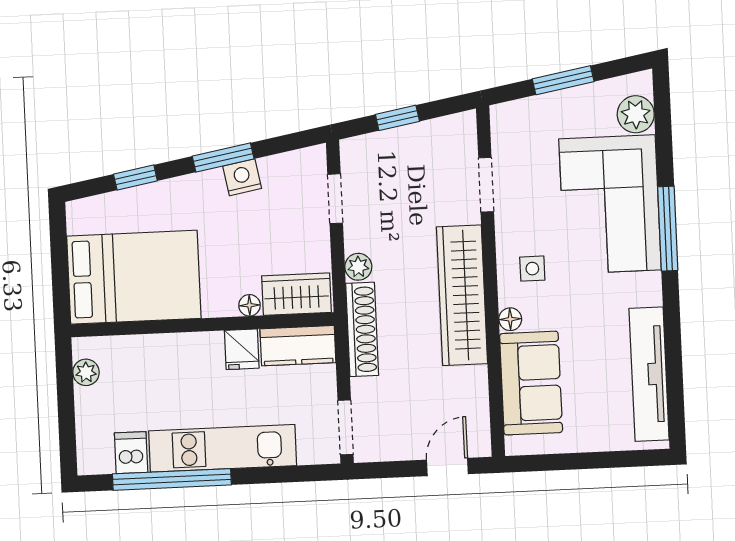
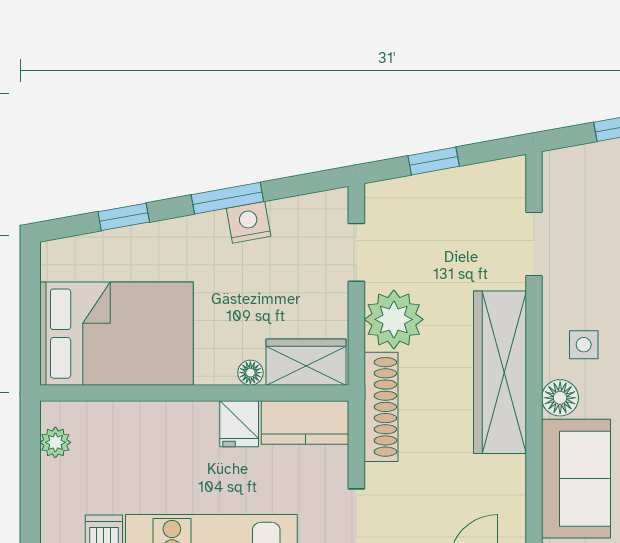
plant: (358, 267) -> (394, 319), width x1.87, depth x1.87
floor lamp: (510, 319) -> (560, 398), width x1.37, depth x1.37

